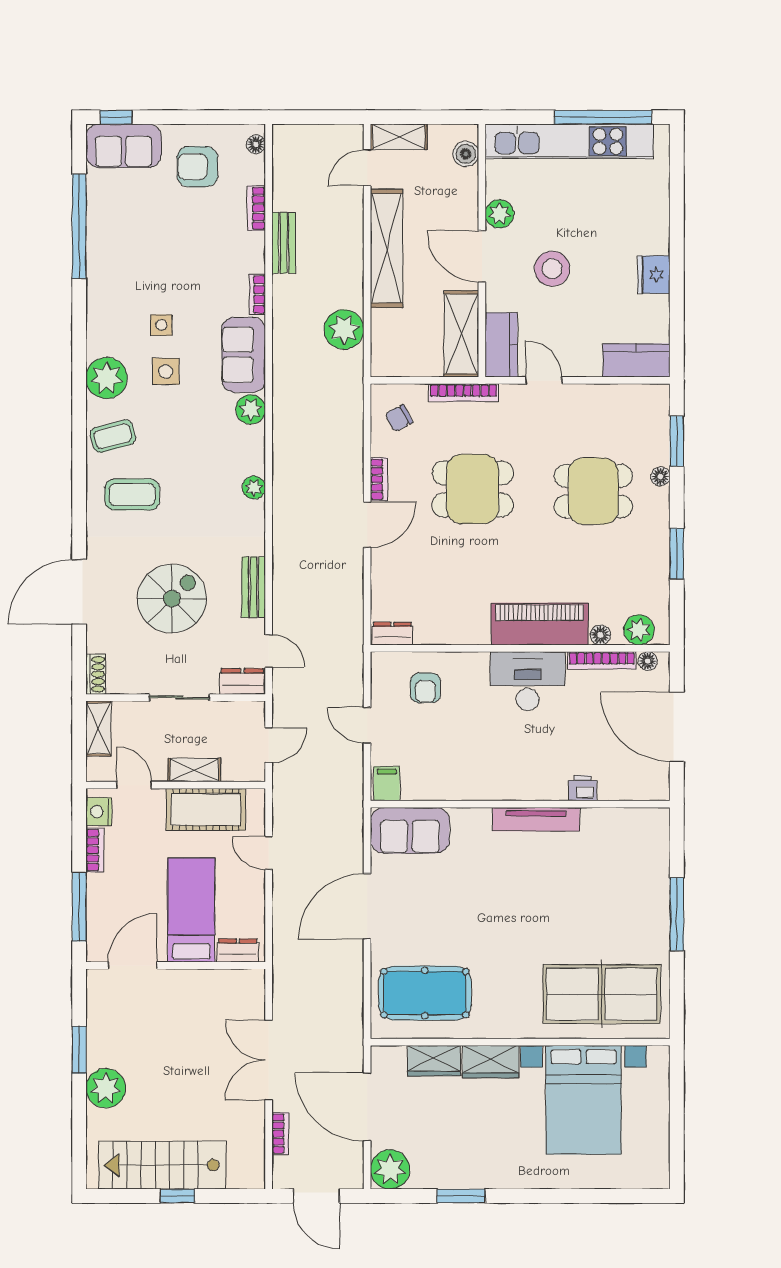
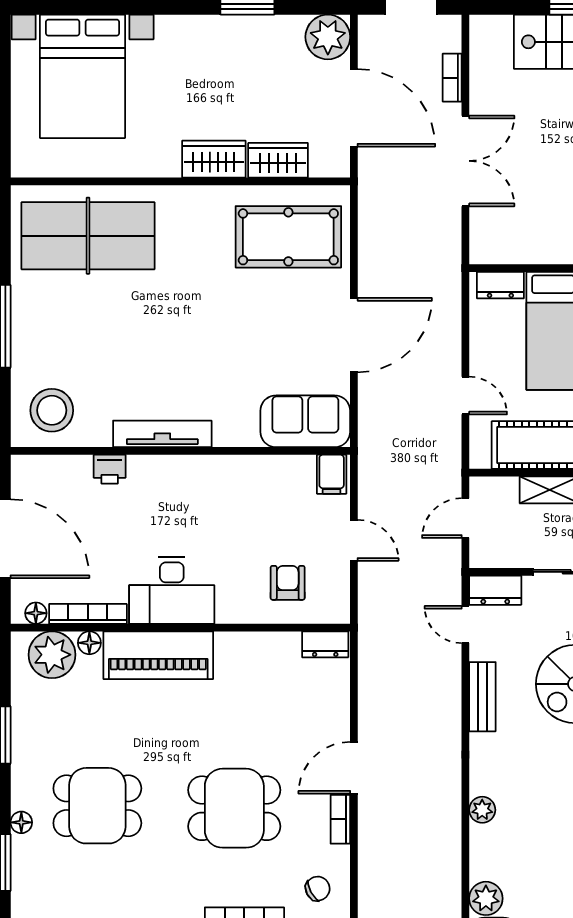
plant: (639, 630) -> (52, 655), width x1.36, depth x1.36
stool: (634, 840) -> (52, 410), added
bed with nightstands: (584, 1100) -> (83, 76), moved, turned 180

